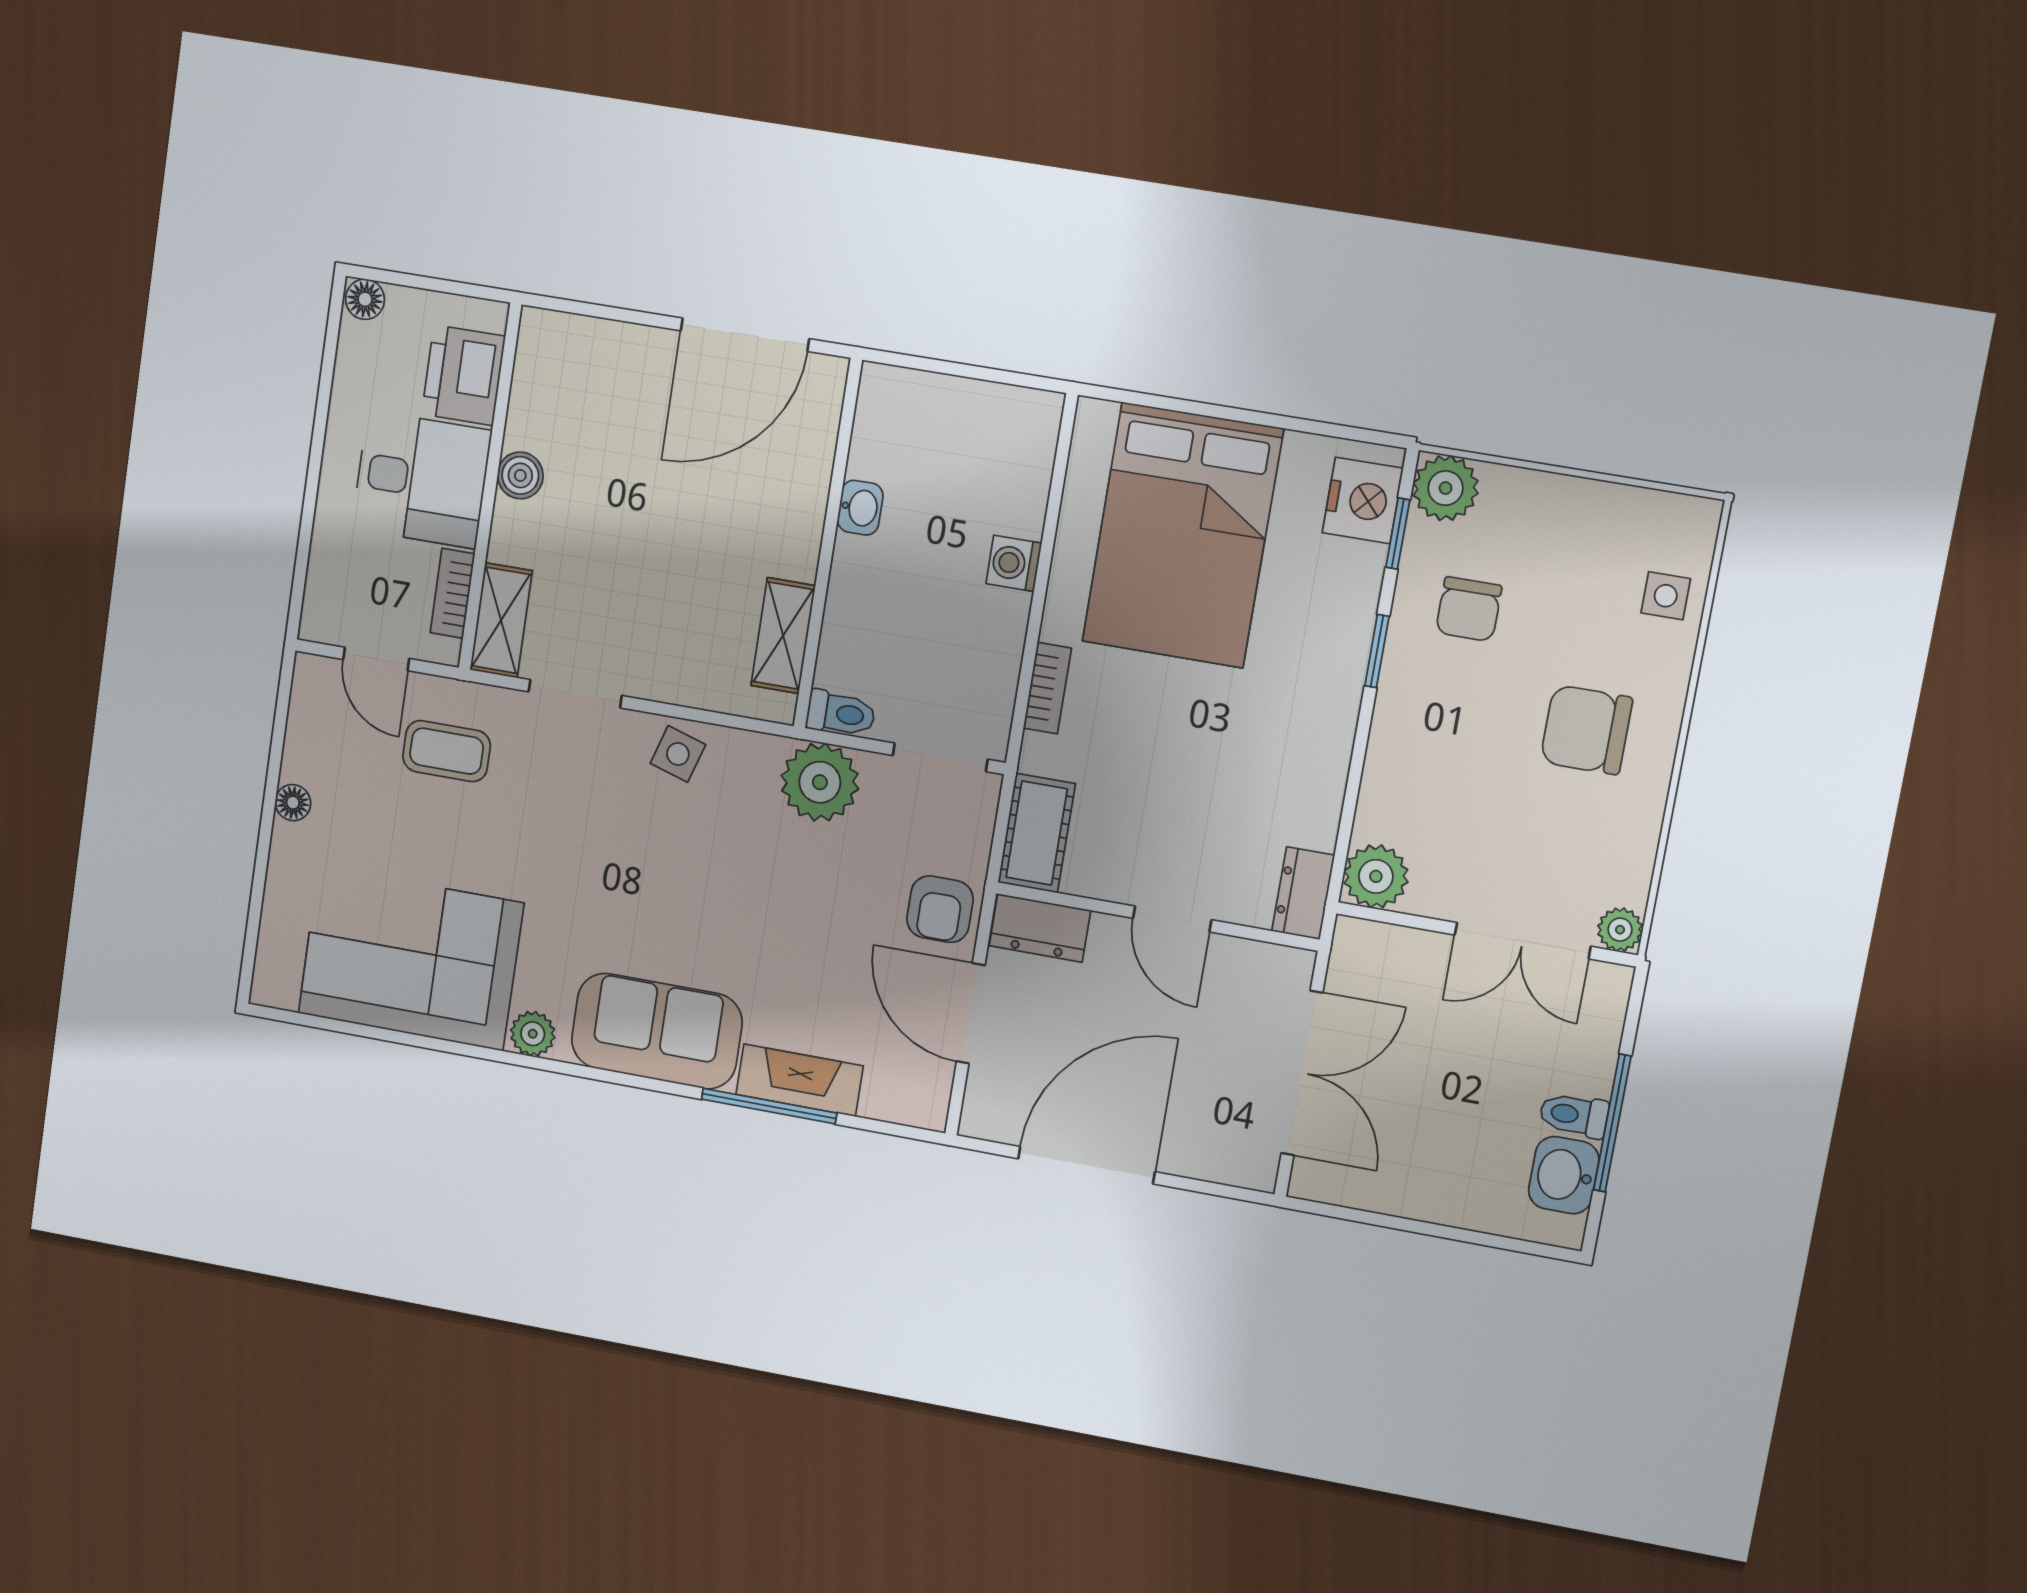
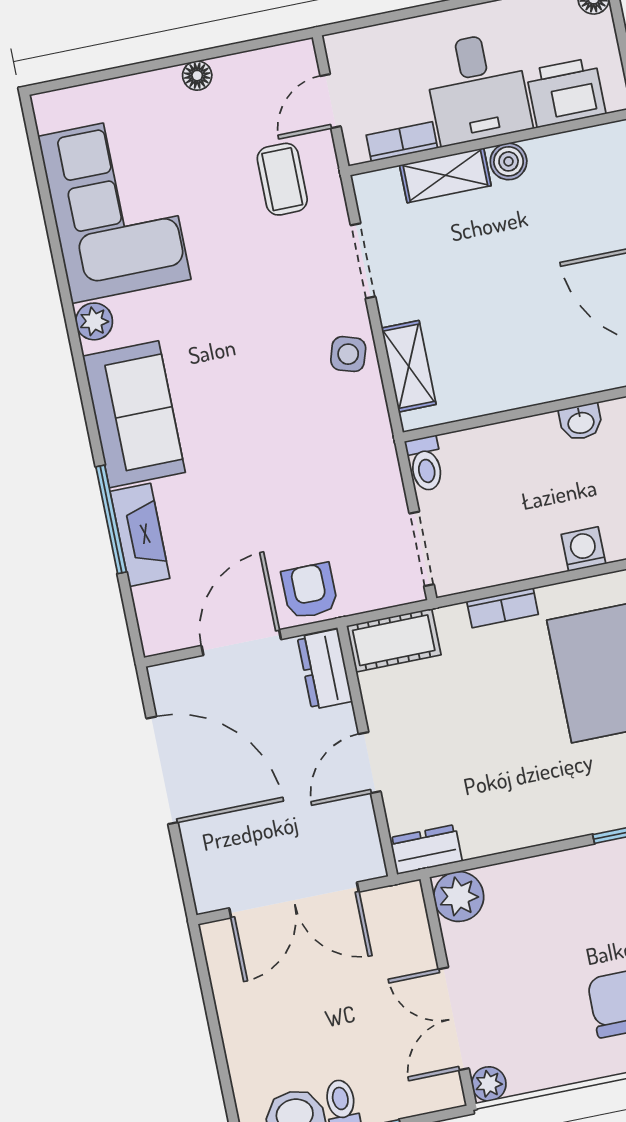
shelving: (501, 620) -> (445, 175), moved
shelving: (783, 636) -> (409, 366), moved, turned 90
plant: (820, 782) -> (369, 467), removed
armchair: (940, 909) -> (310, 591), turned 90

